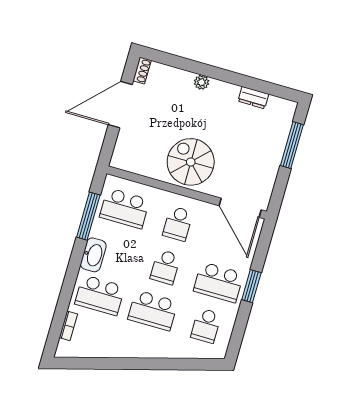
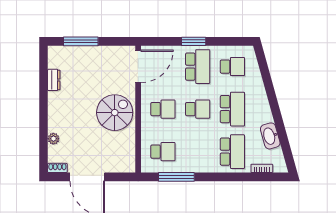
plant: (202, 82) -> (53, 139), moved
spiral stairs: (191, 162) -> (115, 113), turned 180
school desk: (125, 208) -> (163, 152), width x0.54
washbasin: (93, 255) -> (270, 136), moved, turned -106

